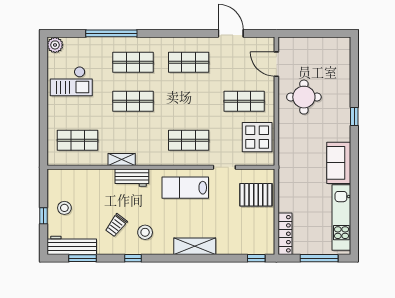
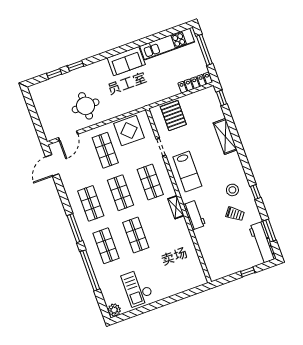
window: (167, 33) -> (75, 228), added
door: (231, 33) -> (52, 165), moved
window: (354, 74) -> (54, 74), added
checkout: (71, 81) -> (137, 288), turned 180
window: (354, 117) -> (76, 66), moved
shop shelf: (78, 140) -> (120, 193), moved
shelving: (122, 159) -> (176, 207), moved
stool: (64, 208) -> (236, 258), removed
shelving: (195, 246) -> (225, 136), moved

